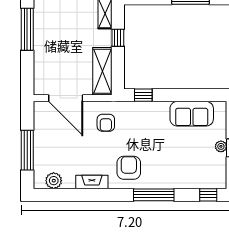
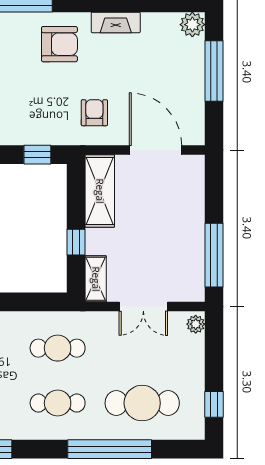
armchair: (129, 168) -> (59, 44), turned -90
plant: (54, 181) -> (192, 25), moved

